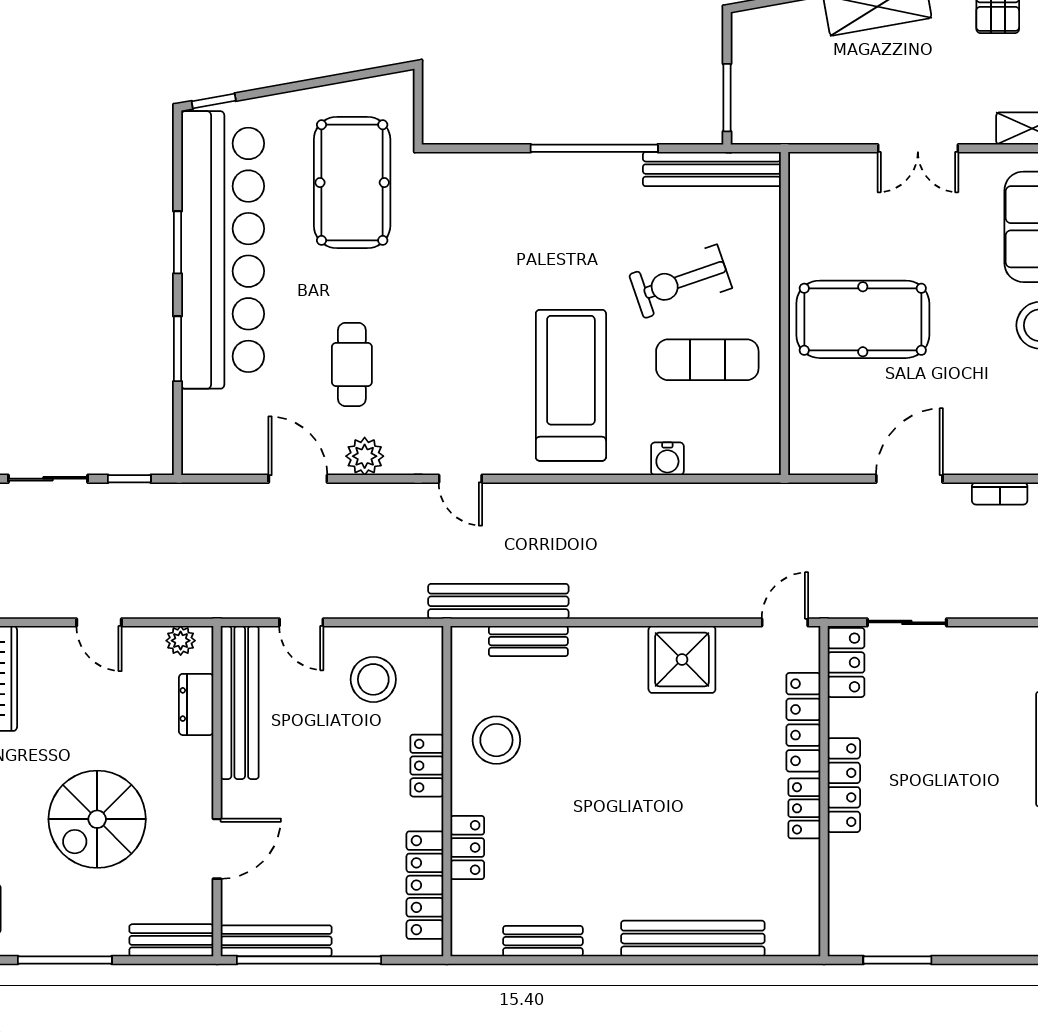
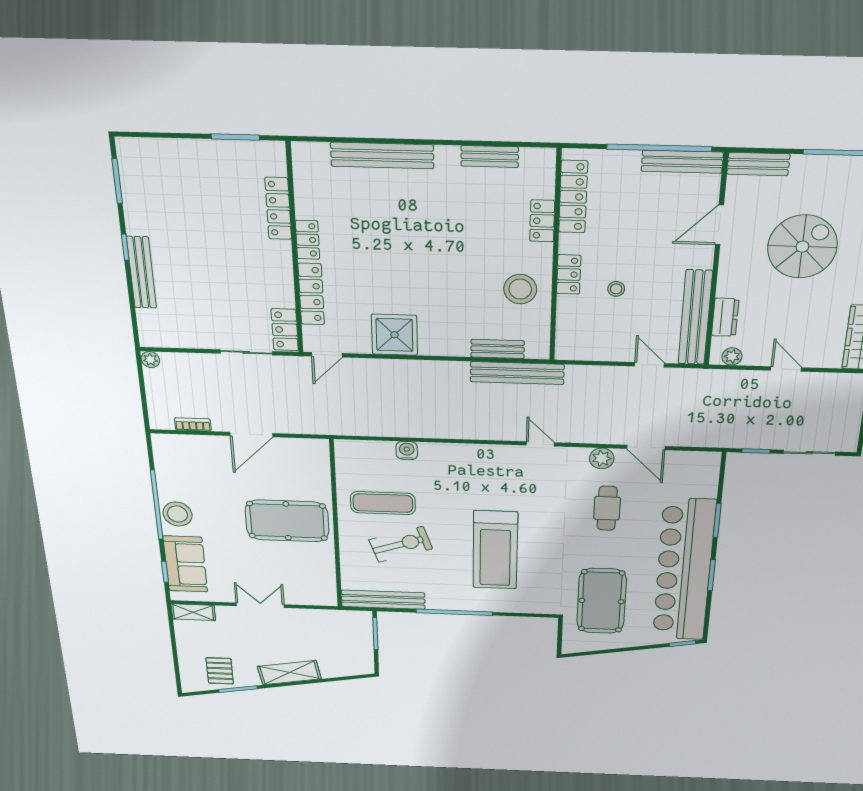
treadmill: (571, 385) -> (495, 550), moved
stool: (373, 679) -> (616, 289), moved, width x0.53, depth x0.53
locker: (844, 785) -> (278, 208), moved

